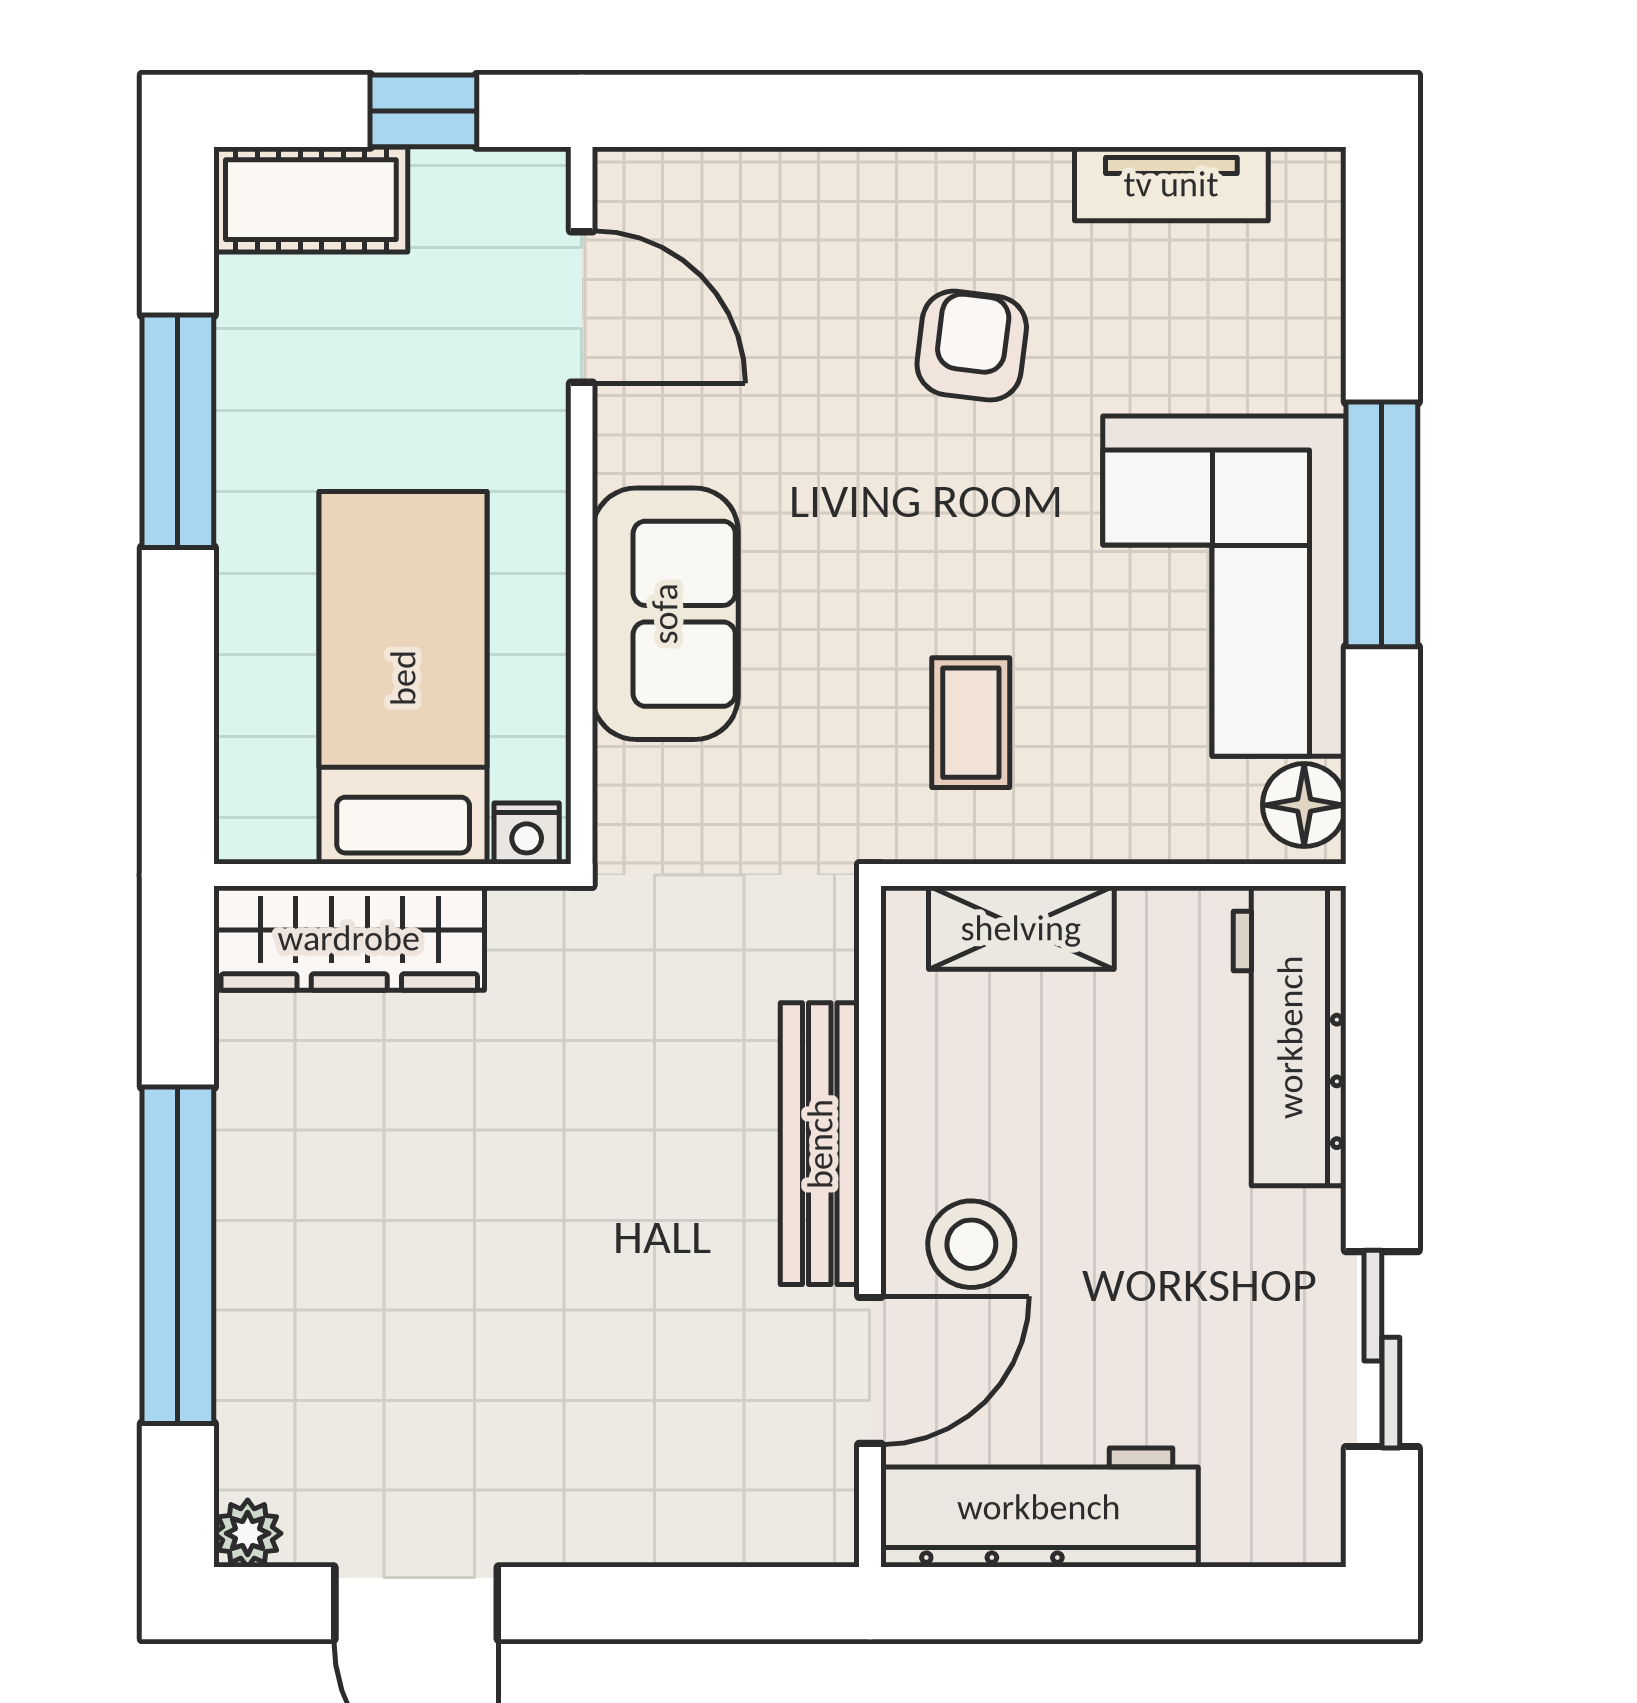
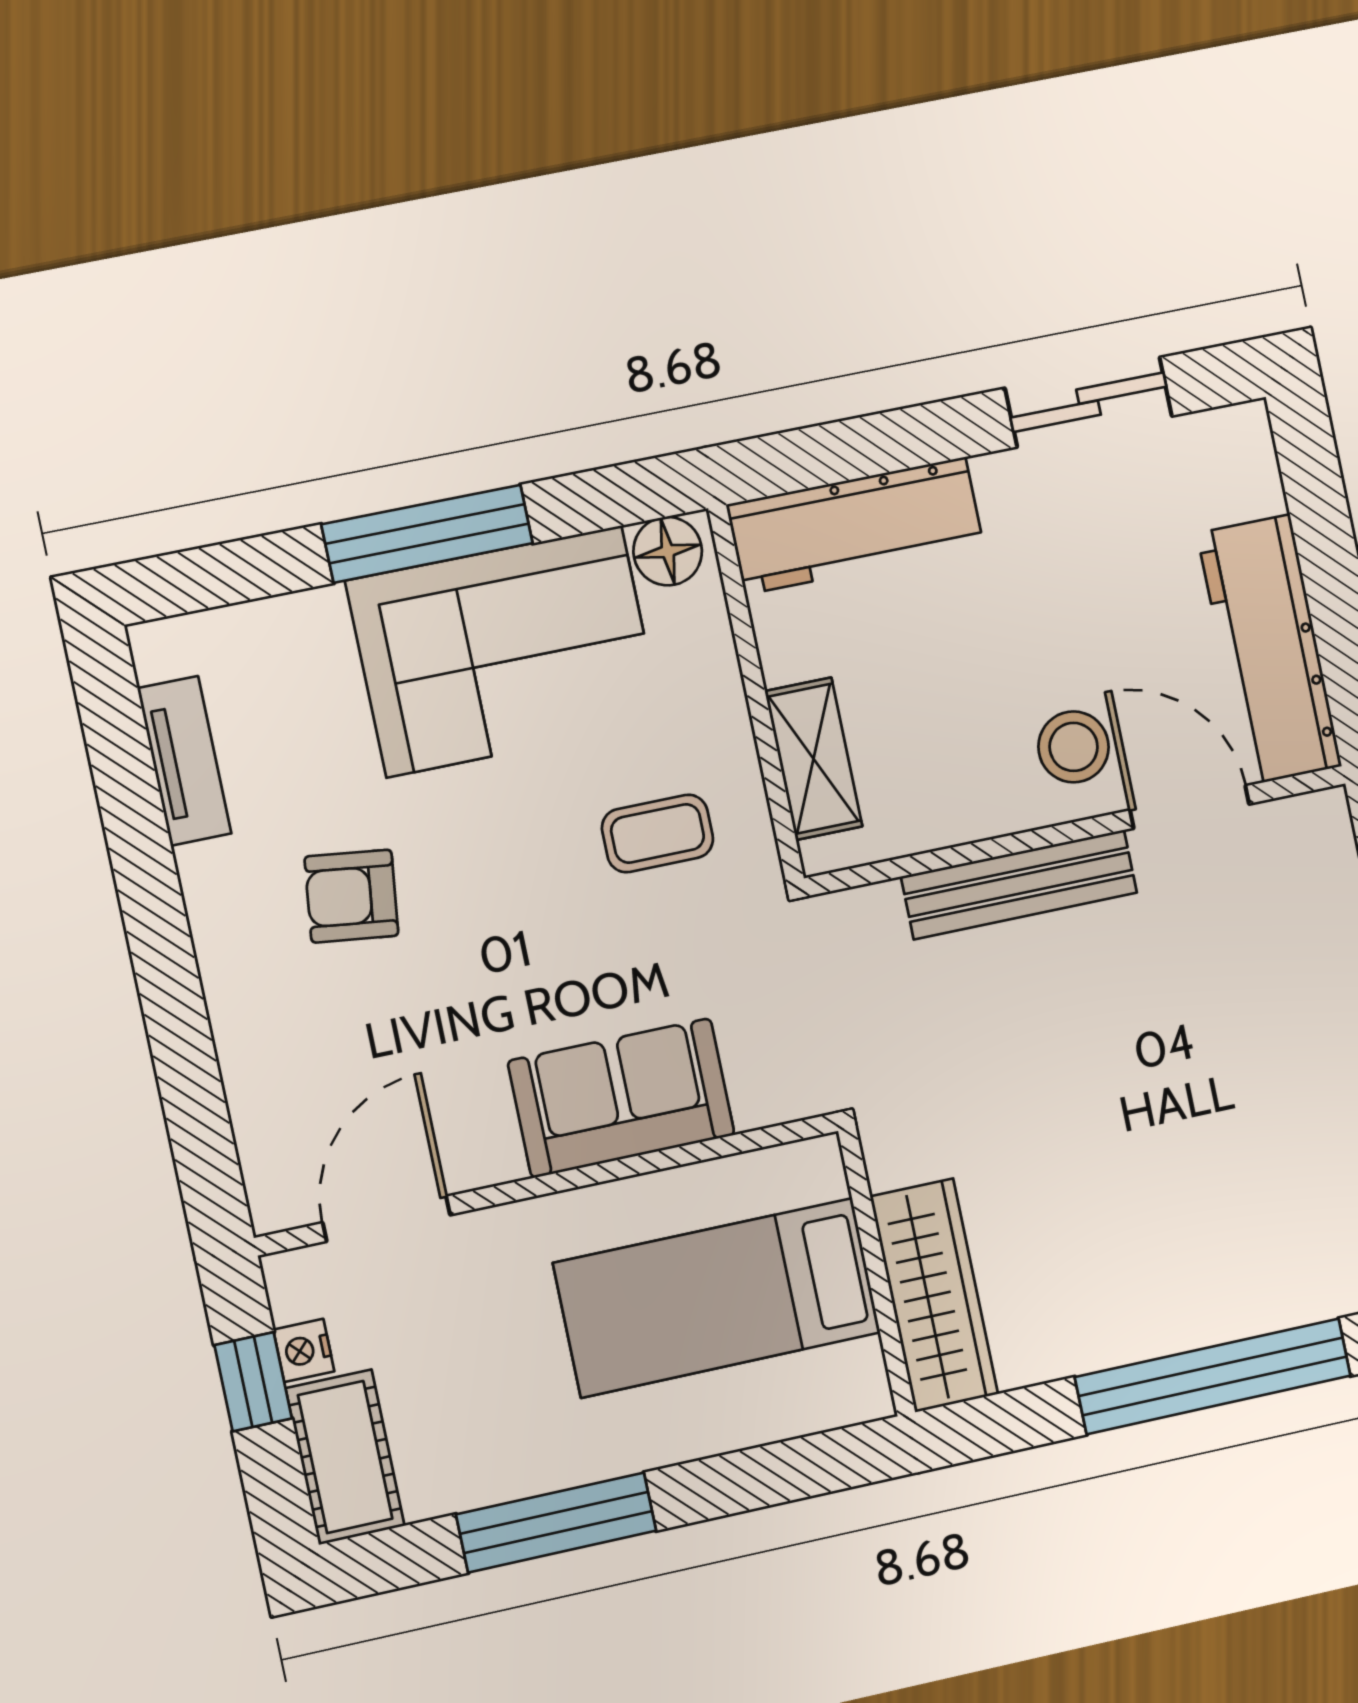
nightstand: (527, 834) -> (304, 1350), moved, turned 180

